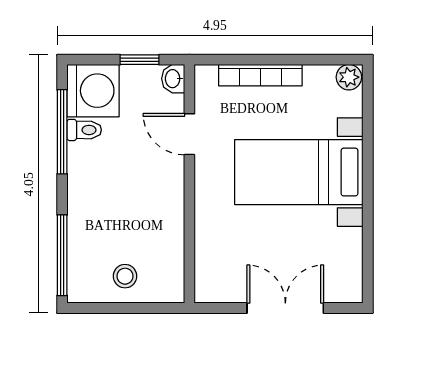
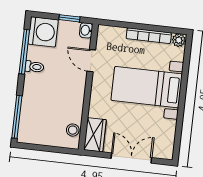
bookcase: (260, 75) -> (149, 36), moved
toilet: (84, 130) -> (34, 67), moved
wardrobe: (212, 272) -> (95, 135), added
stool: (125, 276) -> (73, 130), moved

